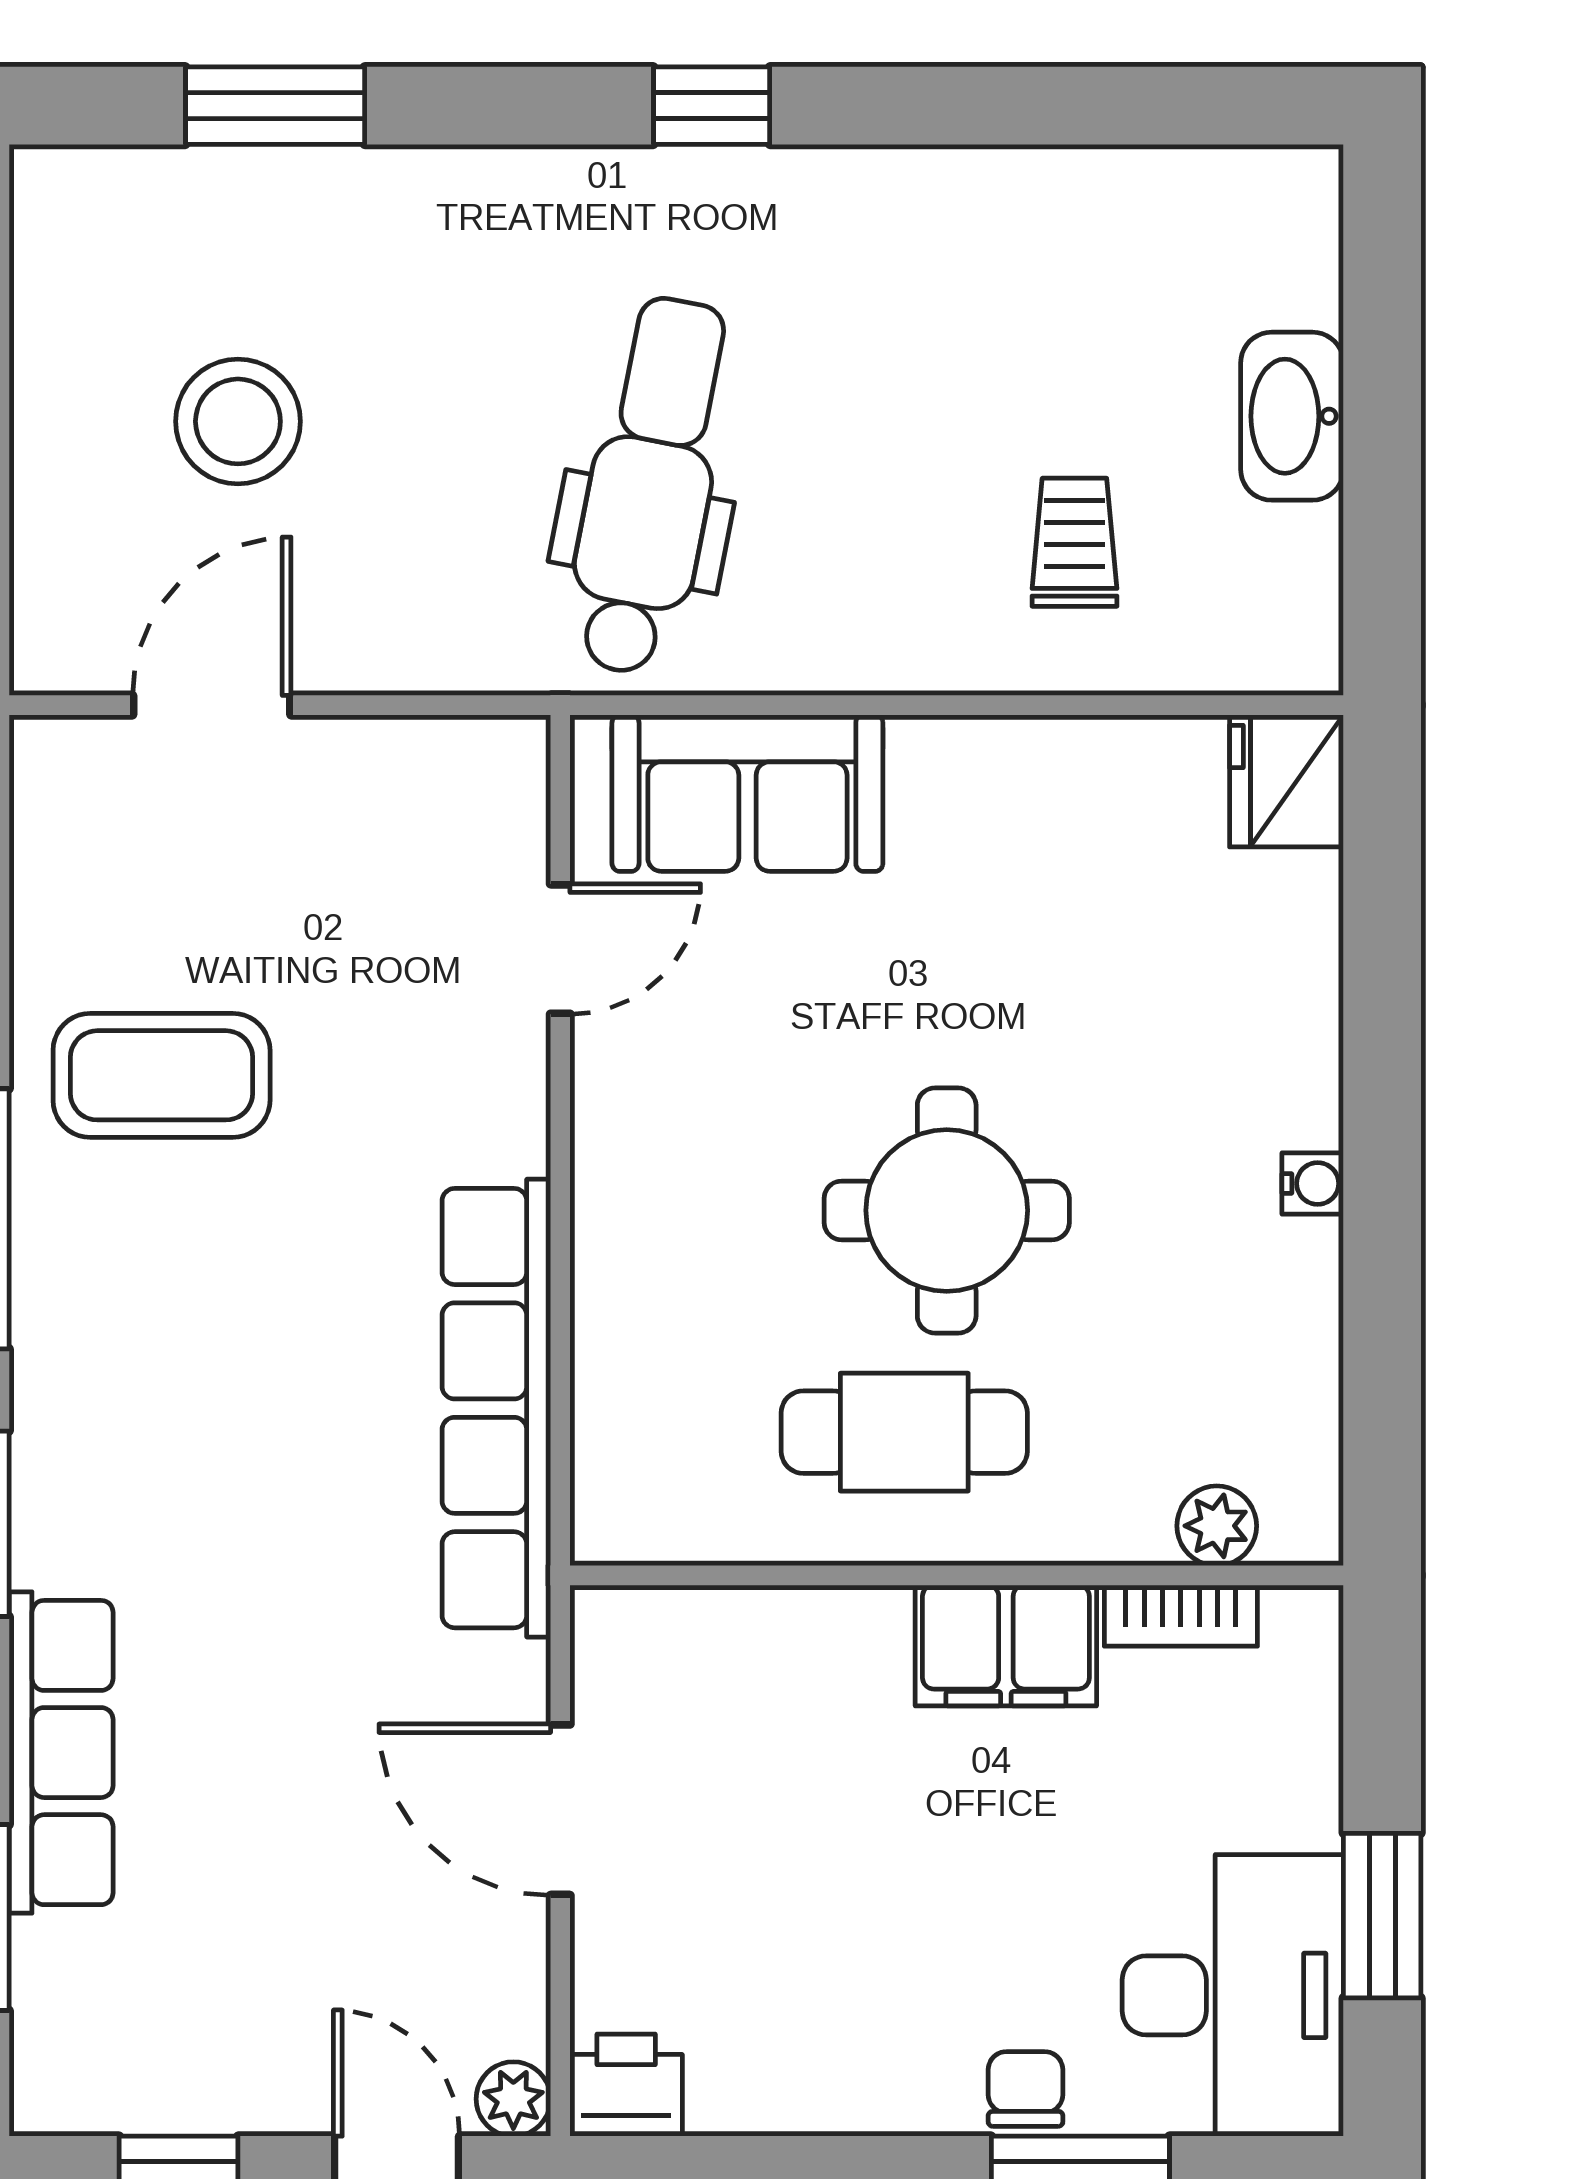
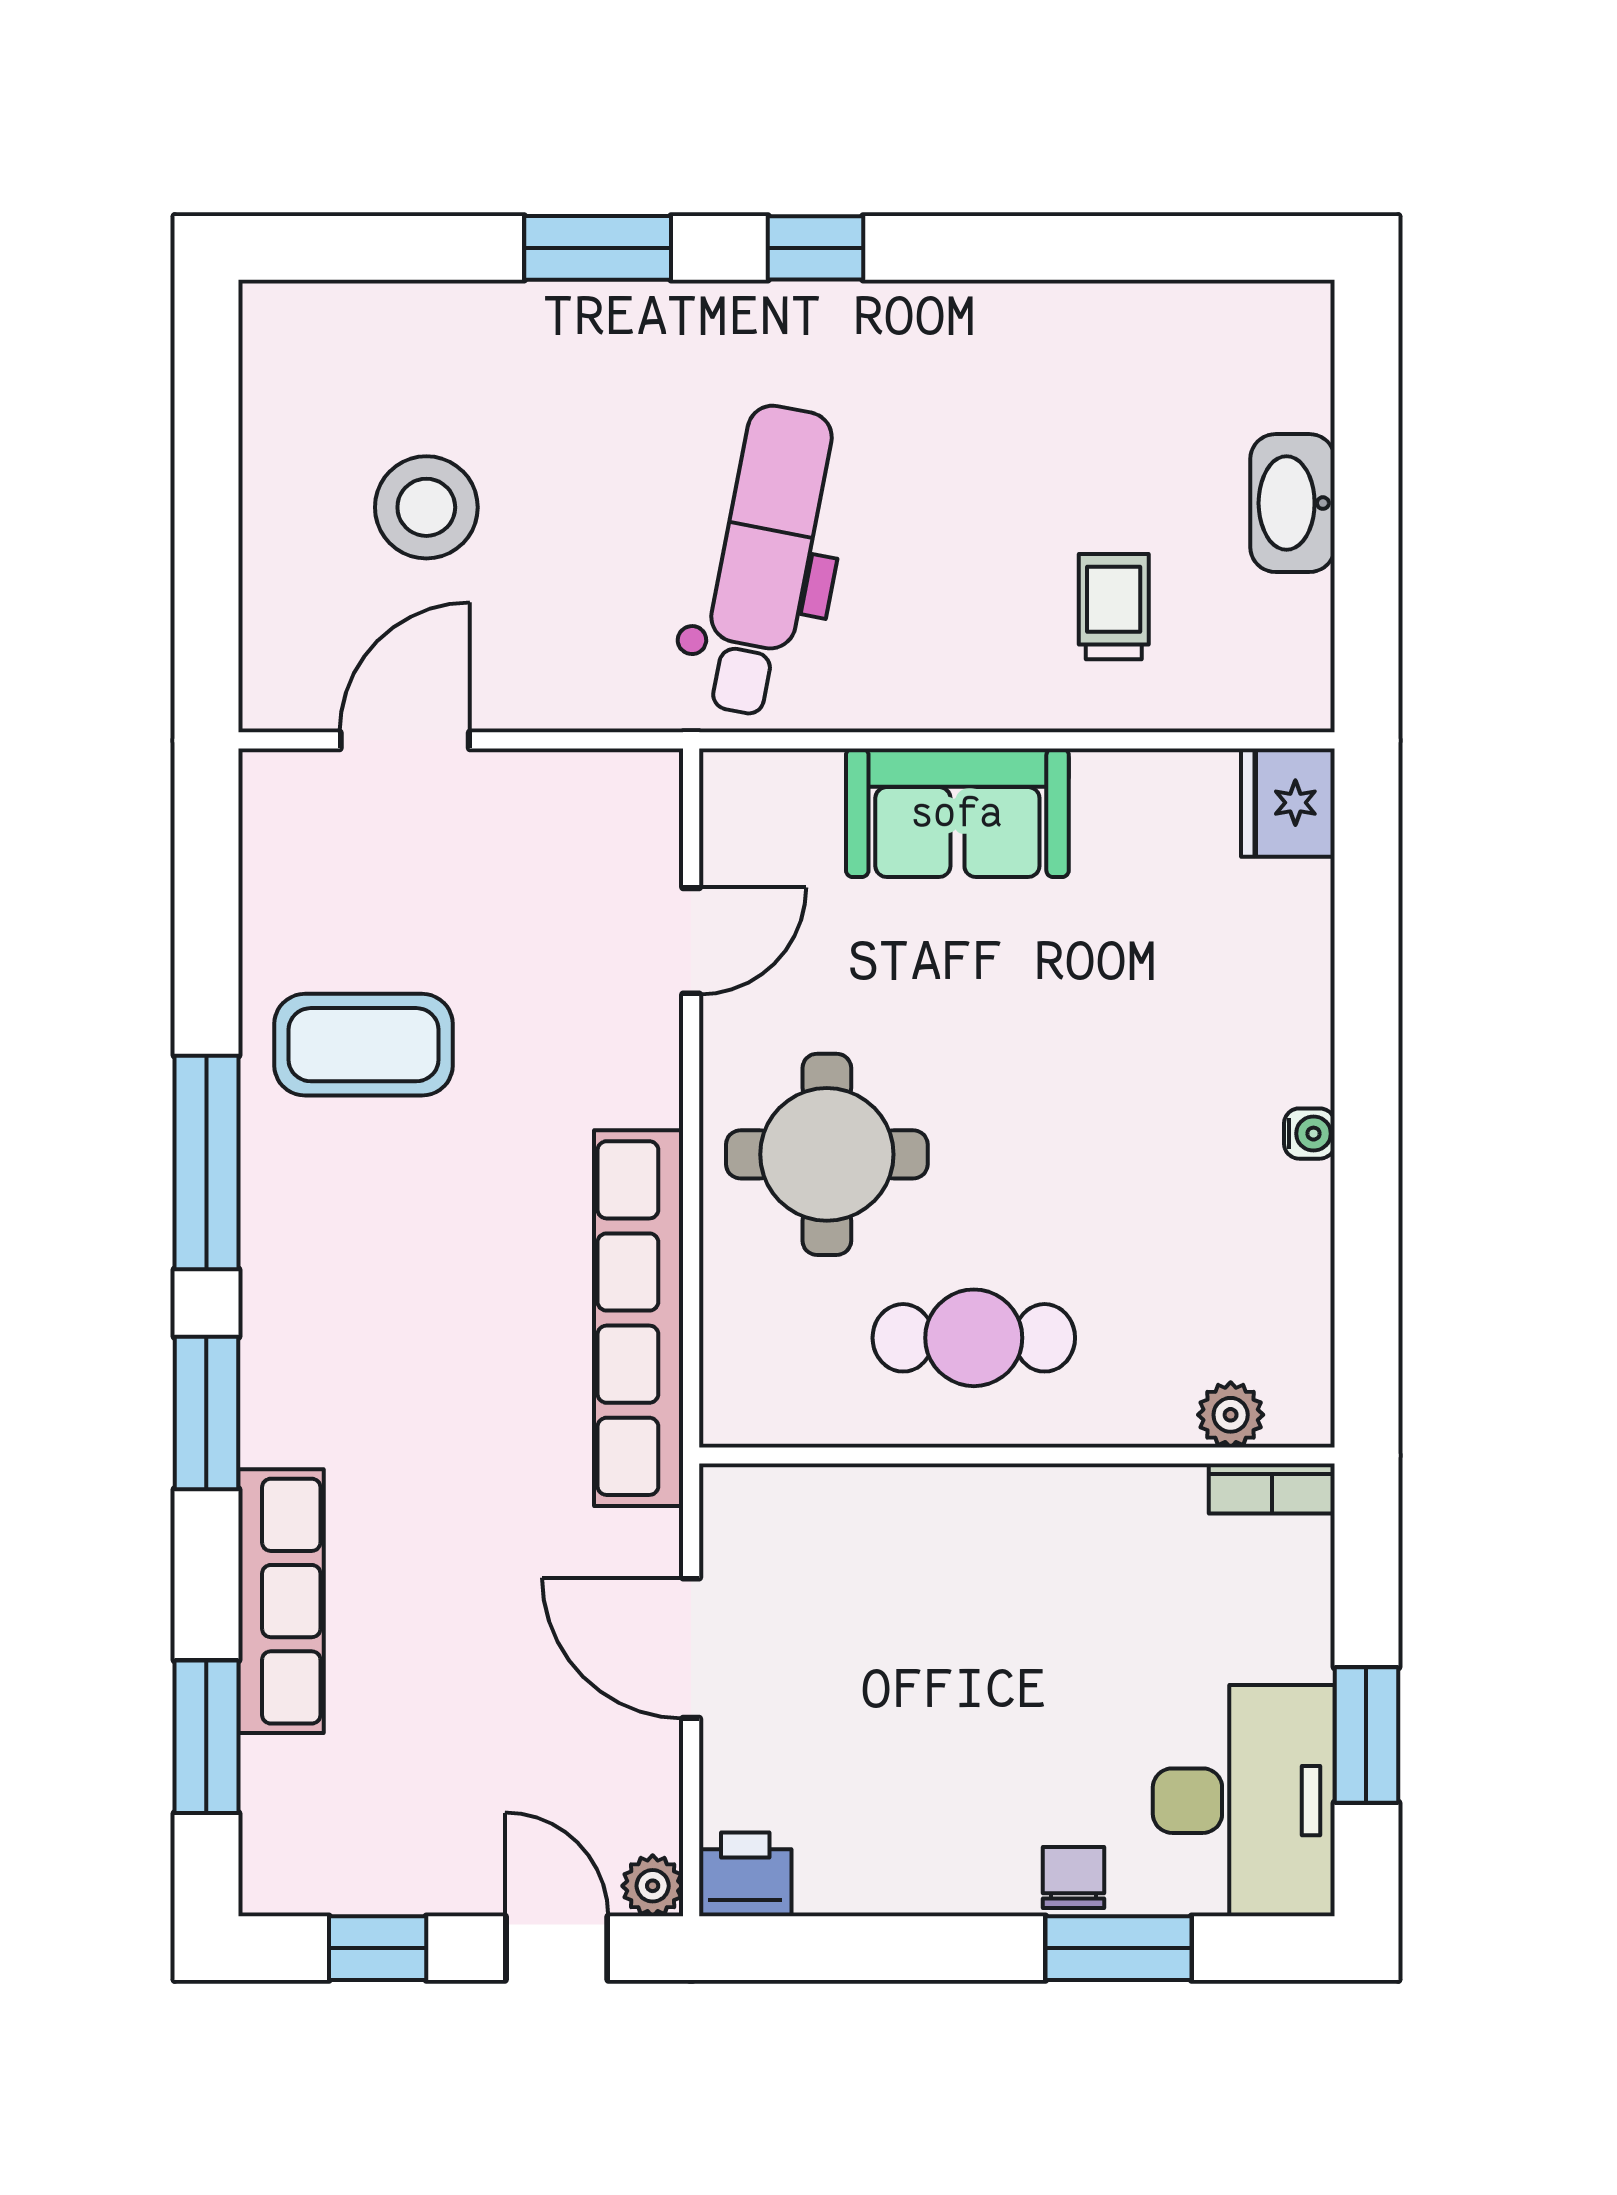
window: (275, 106) -> (598, 248), moved
sofa: (747, 793) -> (957, 813), moved
round table: (947, 1210) -> (827, 1154), moved
bookcase: (1181, 1616) -> (1272, 1489), moved
filing cabinet: (1006, 1645) -> (1057, 1513), removed

